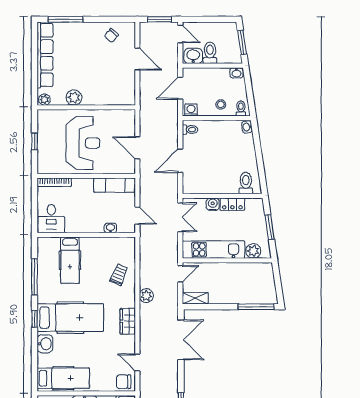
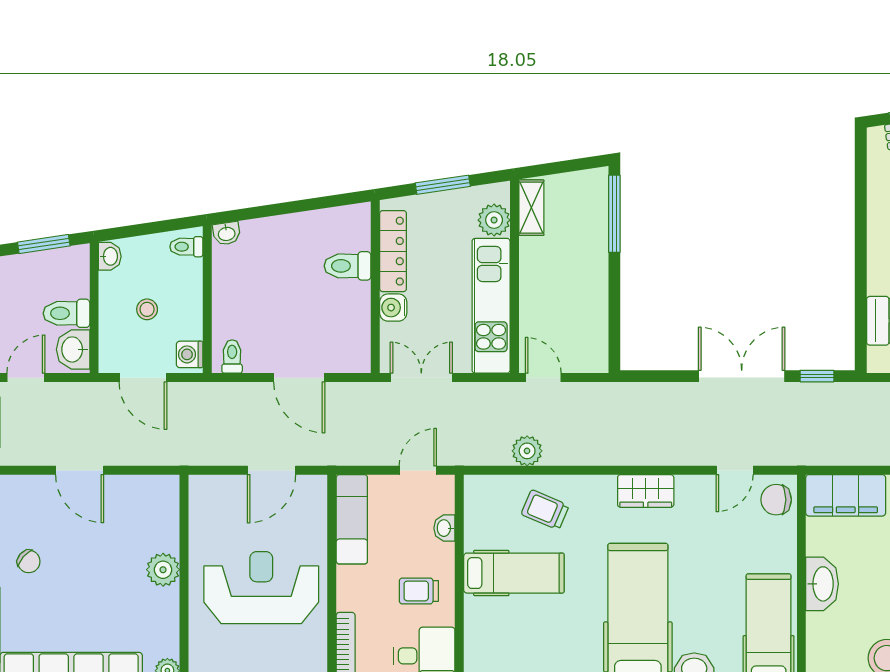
chair: (111, 36) -> (29, 561), moved
door: (137, 59) -> (80, 470), swing flipped
plant: (74, 98) -> (163, 570), moved
stool: (221, 104) -> (147, 309), moved
toilet: (246, 183) -> (348, 266), moved
locker: (232, 204) -> (393, 251), width x1.53
trolley: (81, 216) -> (419, 591), added
hospital bed: (70, 260) -> (514, 573), moved
plant: (146, 296) -> (527, 451), moved
shelving: (195, 298) -> (531, 208), moved
double door: (181, 340) -> (742, 376), moved
chair: (124, 382) -> (776, 500), turned 90

